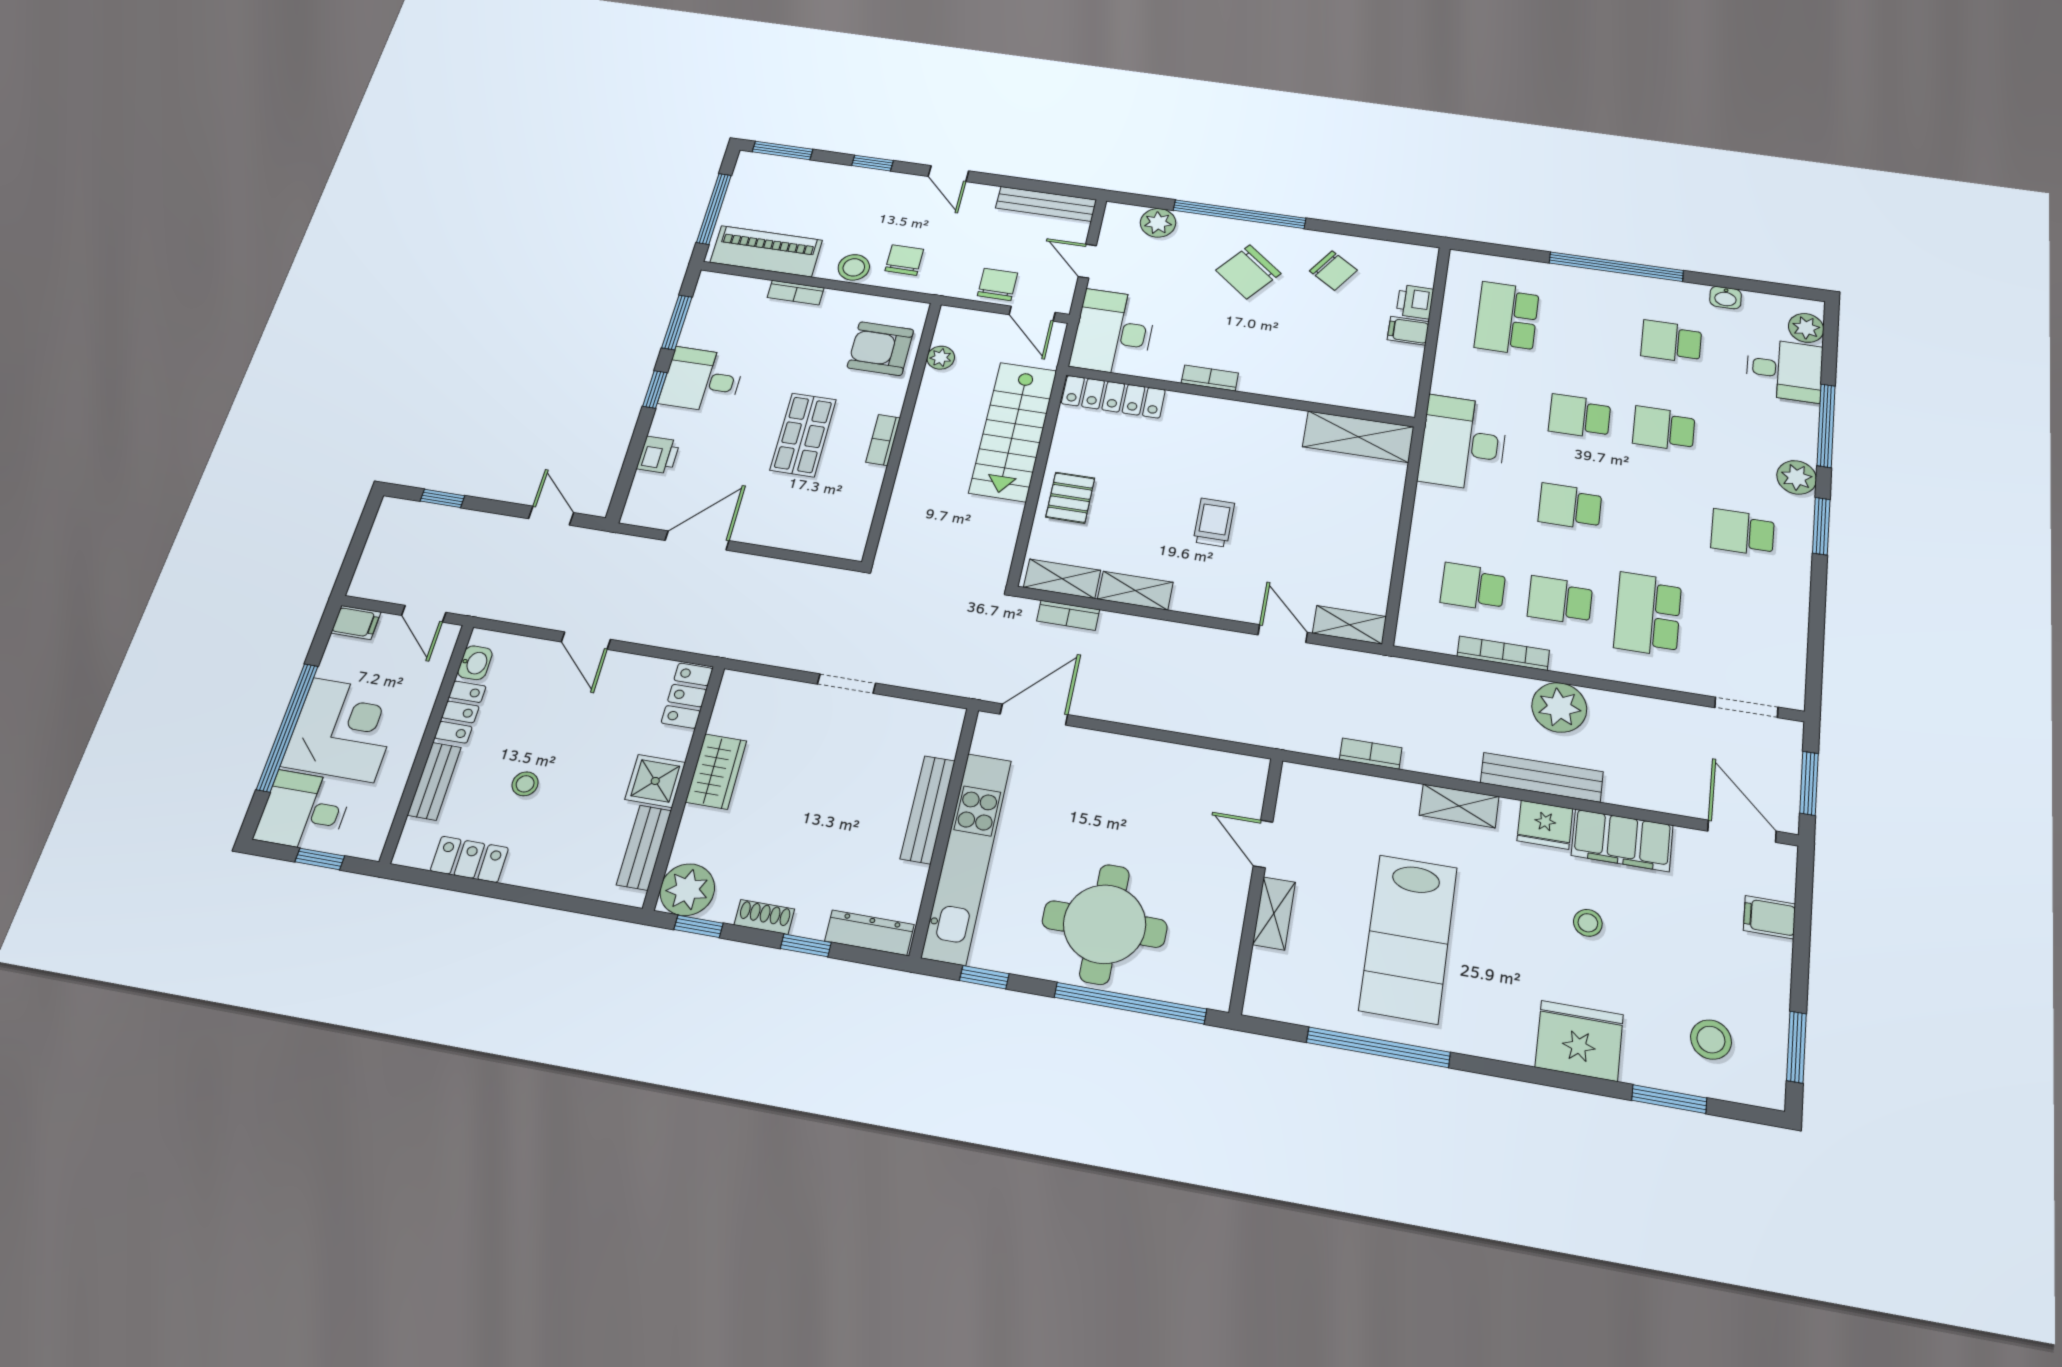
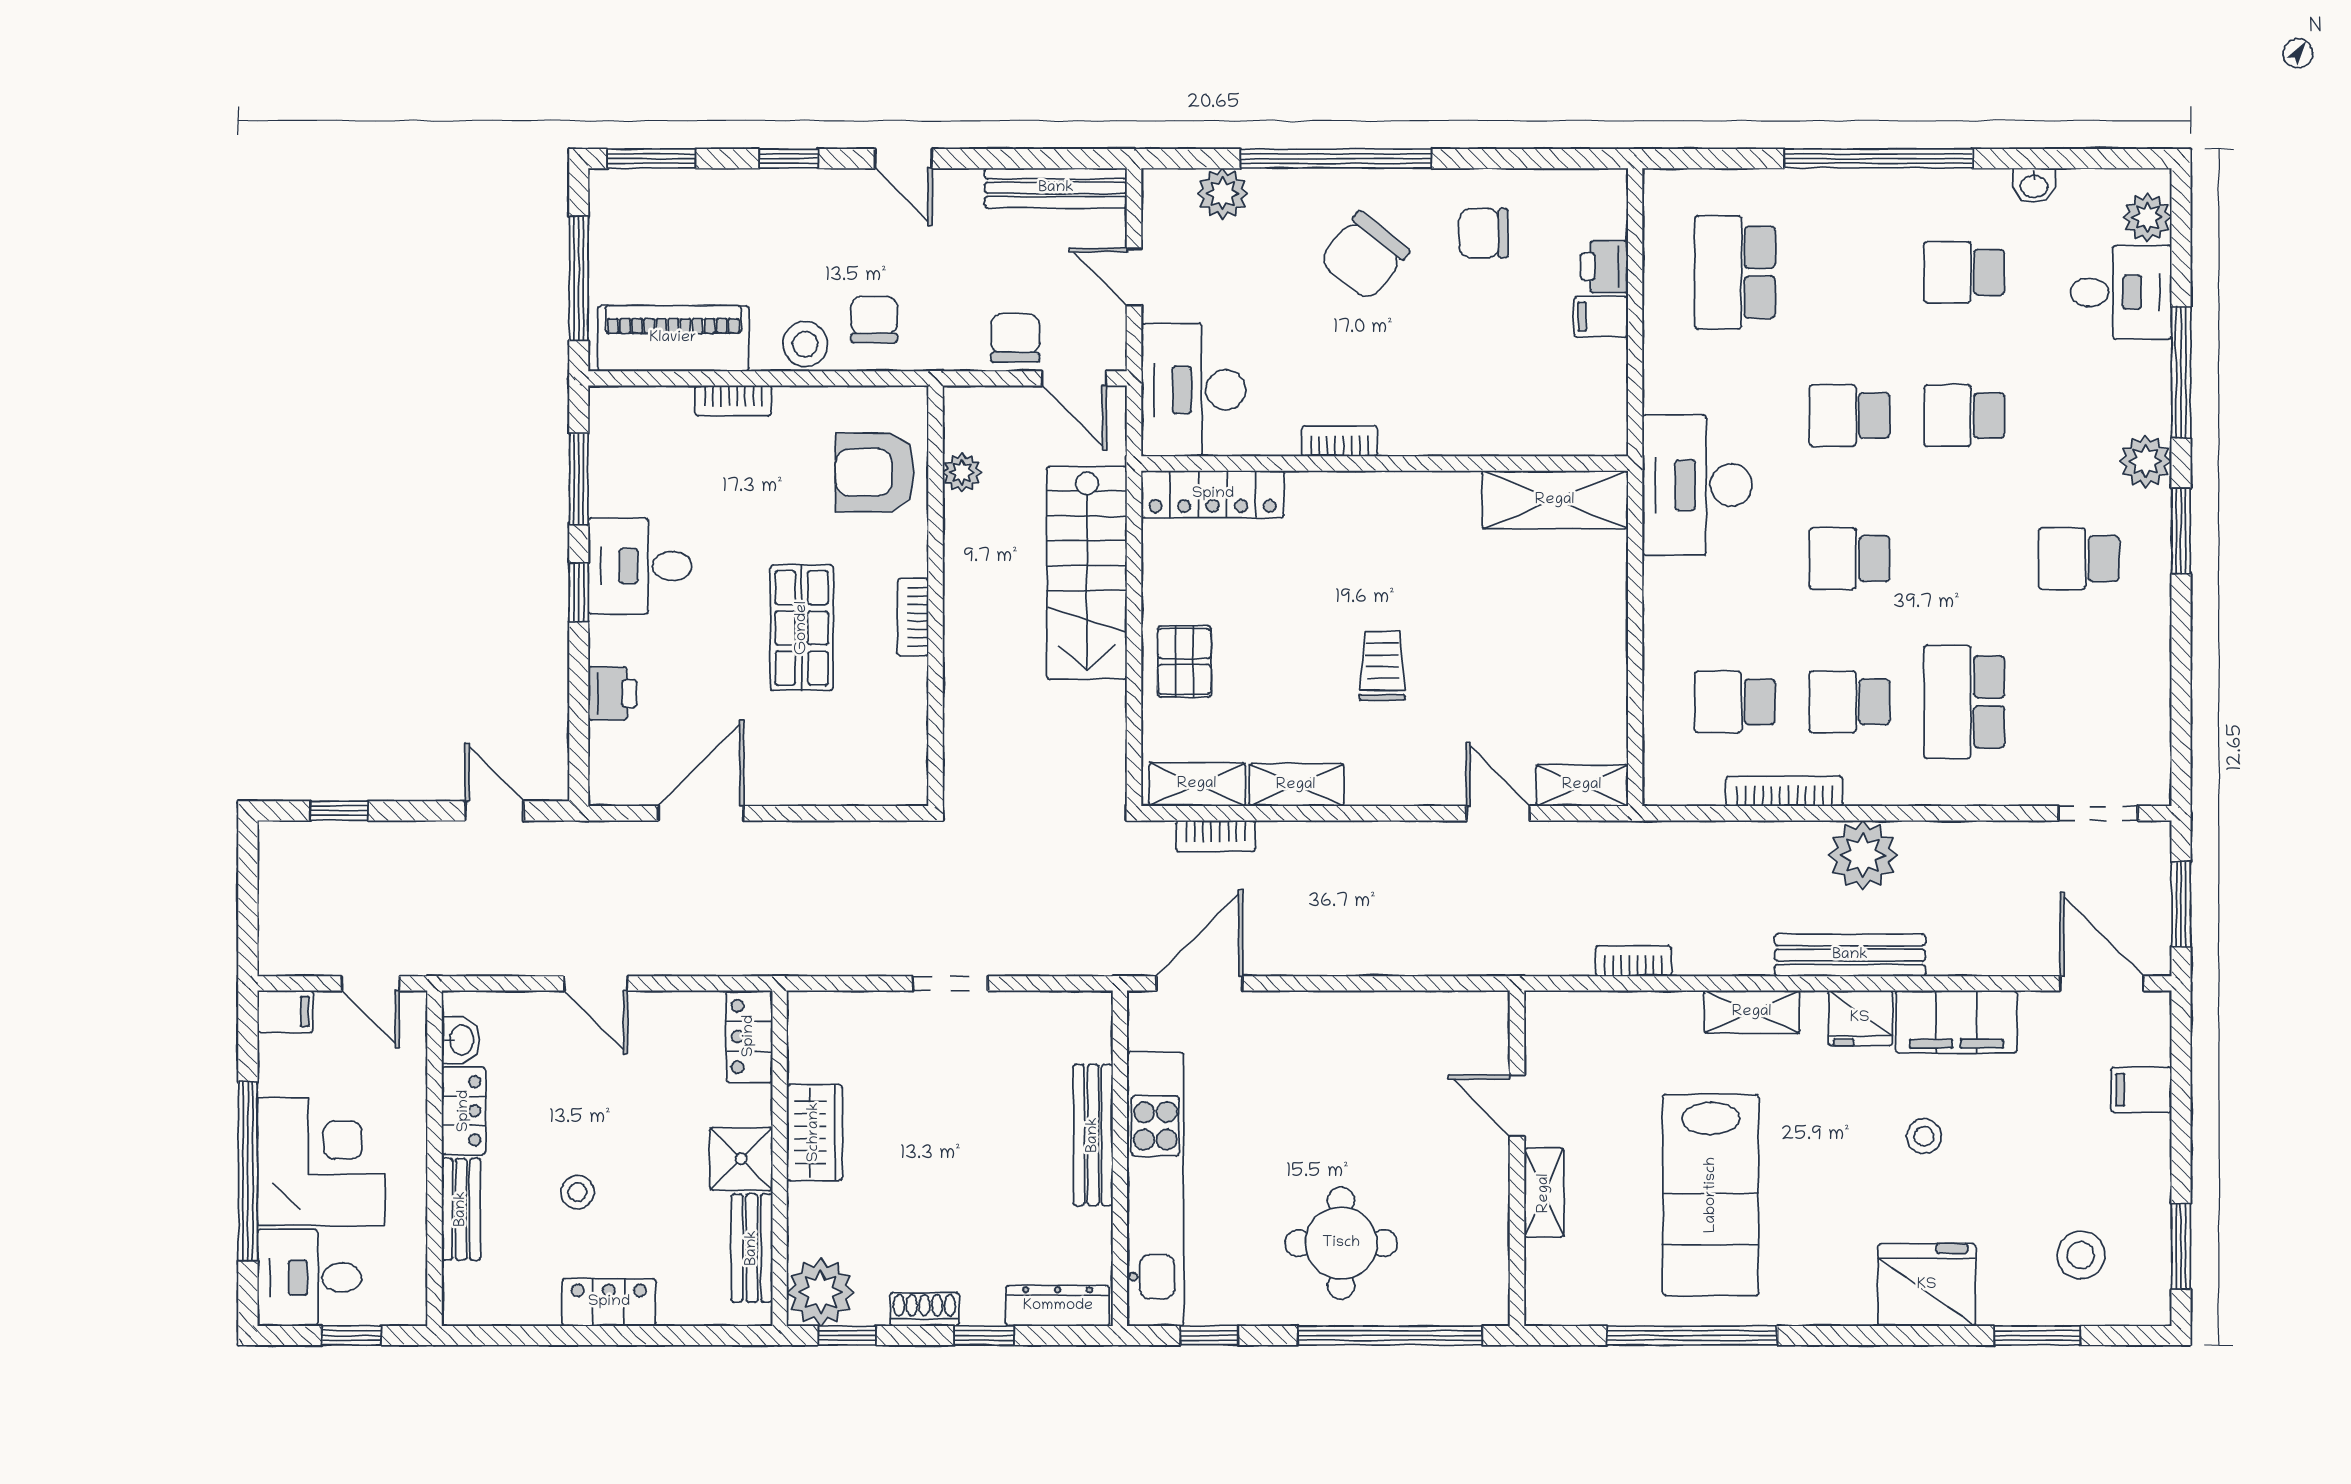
chair: (1333, 271) -> (1484, 233), turned 146
locker: (469, 859) -> (609, 1302), moved
round table: (1105, 924) -> (1341, 1243), width x0.73, depth x0.73

